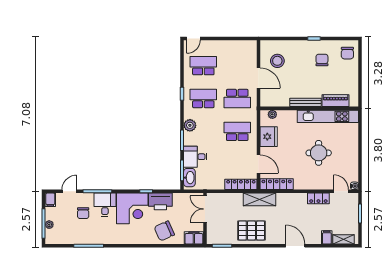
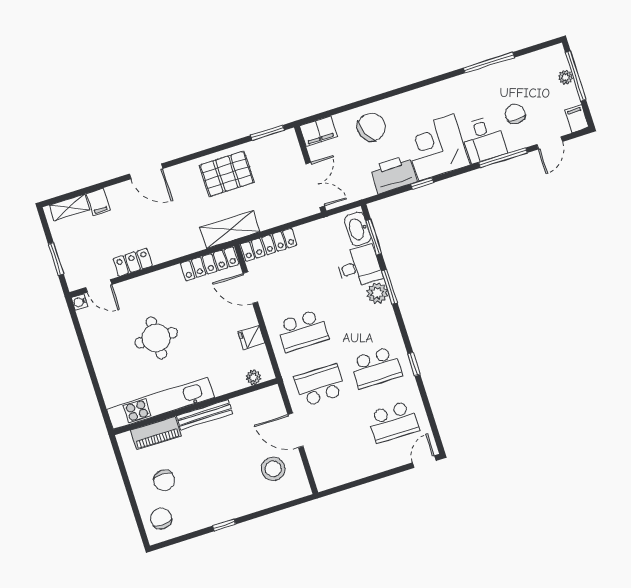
chair: (322, 60) -> (164, 480), moved
plant: (190, 125) -> (377, 293), moved
fridge: (269, 137) -> (251, 337), width x0.53, depth x0.75

